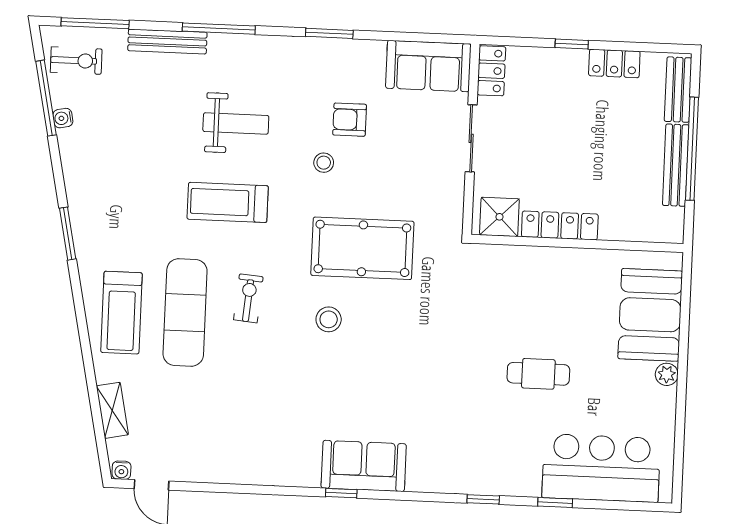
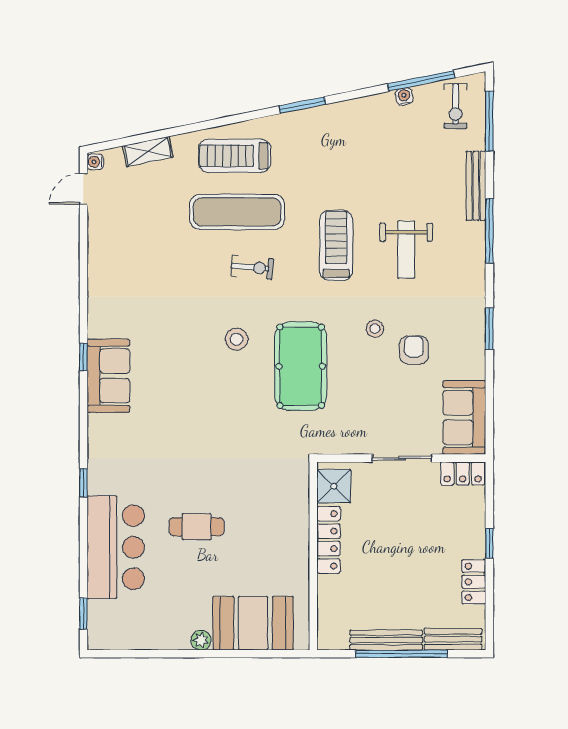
cafe table: (538, 374) -> (197, 527), turned 90
bar counter: (601, 468) -> (116, 547), moved
window: (555, 502) -> (83, 614), moved

